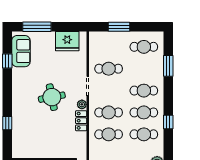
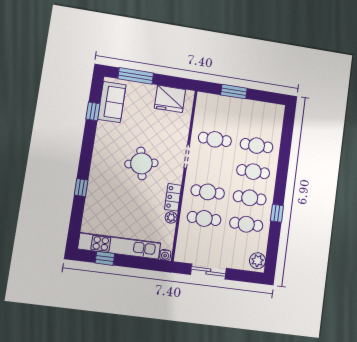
cafe table: (144, 47) -> (257, 146), moved
window: (168, 66) -> (285, 147), removed
plant: (82, 104) -> (171, 217), moved

